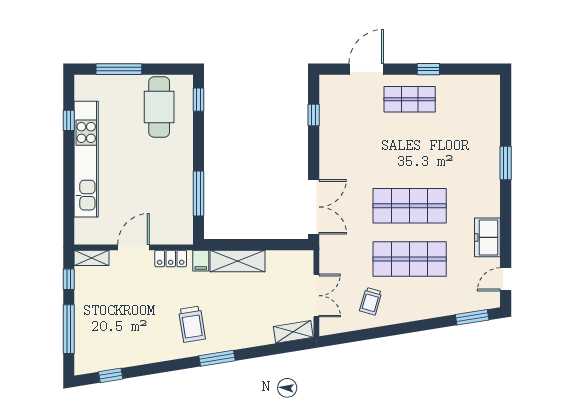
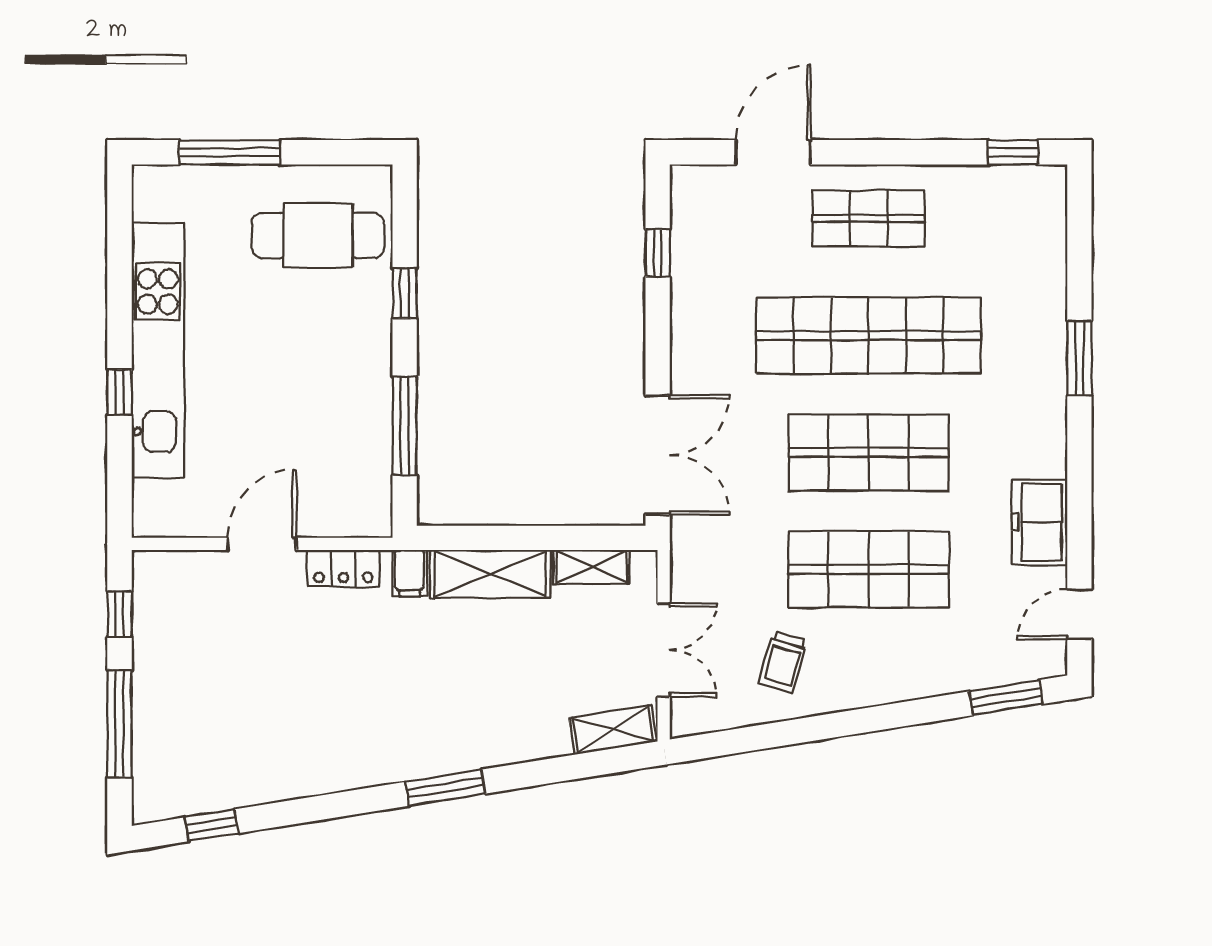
window: (428, 69) -> (1013, 152), moved
window: (198, 100) -> (405, 293), moved
cafe table: (159, 107) -> (318, 235), turned 90
window: (69, 120) -> (119, 392), moved
shop shelf: (410, 152) -> (869, 335), added
shelving: (92, 258) -> (592, 567), moved
trolley: (192, 324) -> (390, 713), removed

